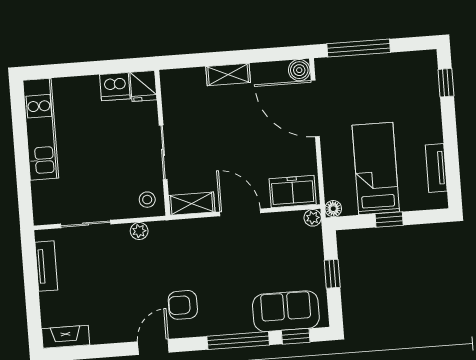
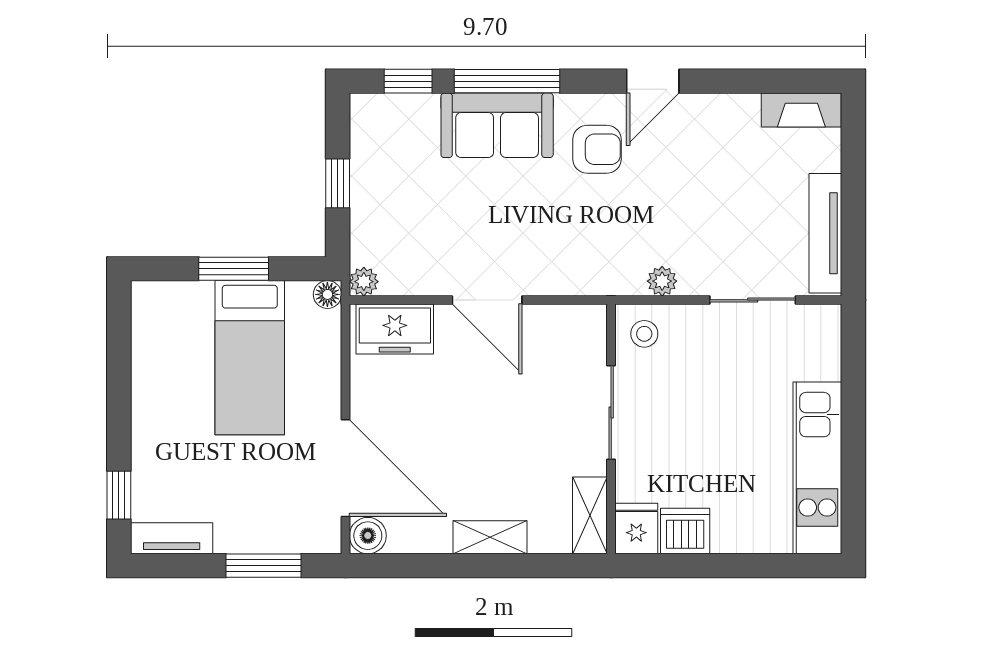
window: (359, 48) -> (264, 566), width x0.69
tv unit: (436, 168) -> (172, 538), moved, turned -90
shelving: (192, 204) -> (590, 515), moved, turned 90
window: (389, 220) -> (234, 269), width x1.50
tv unit: (46, 266) -> (825, 233), width x1.41
sofa: (286, 311) -> (497, 125), moved

